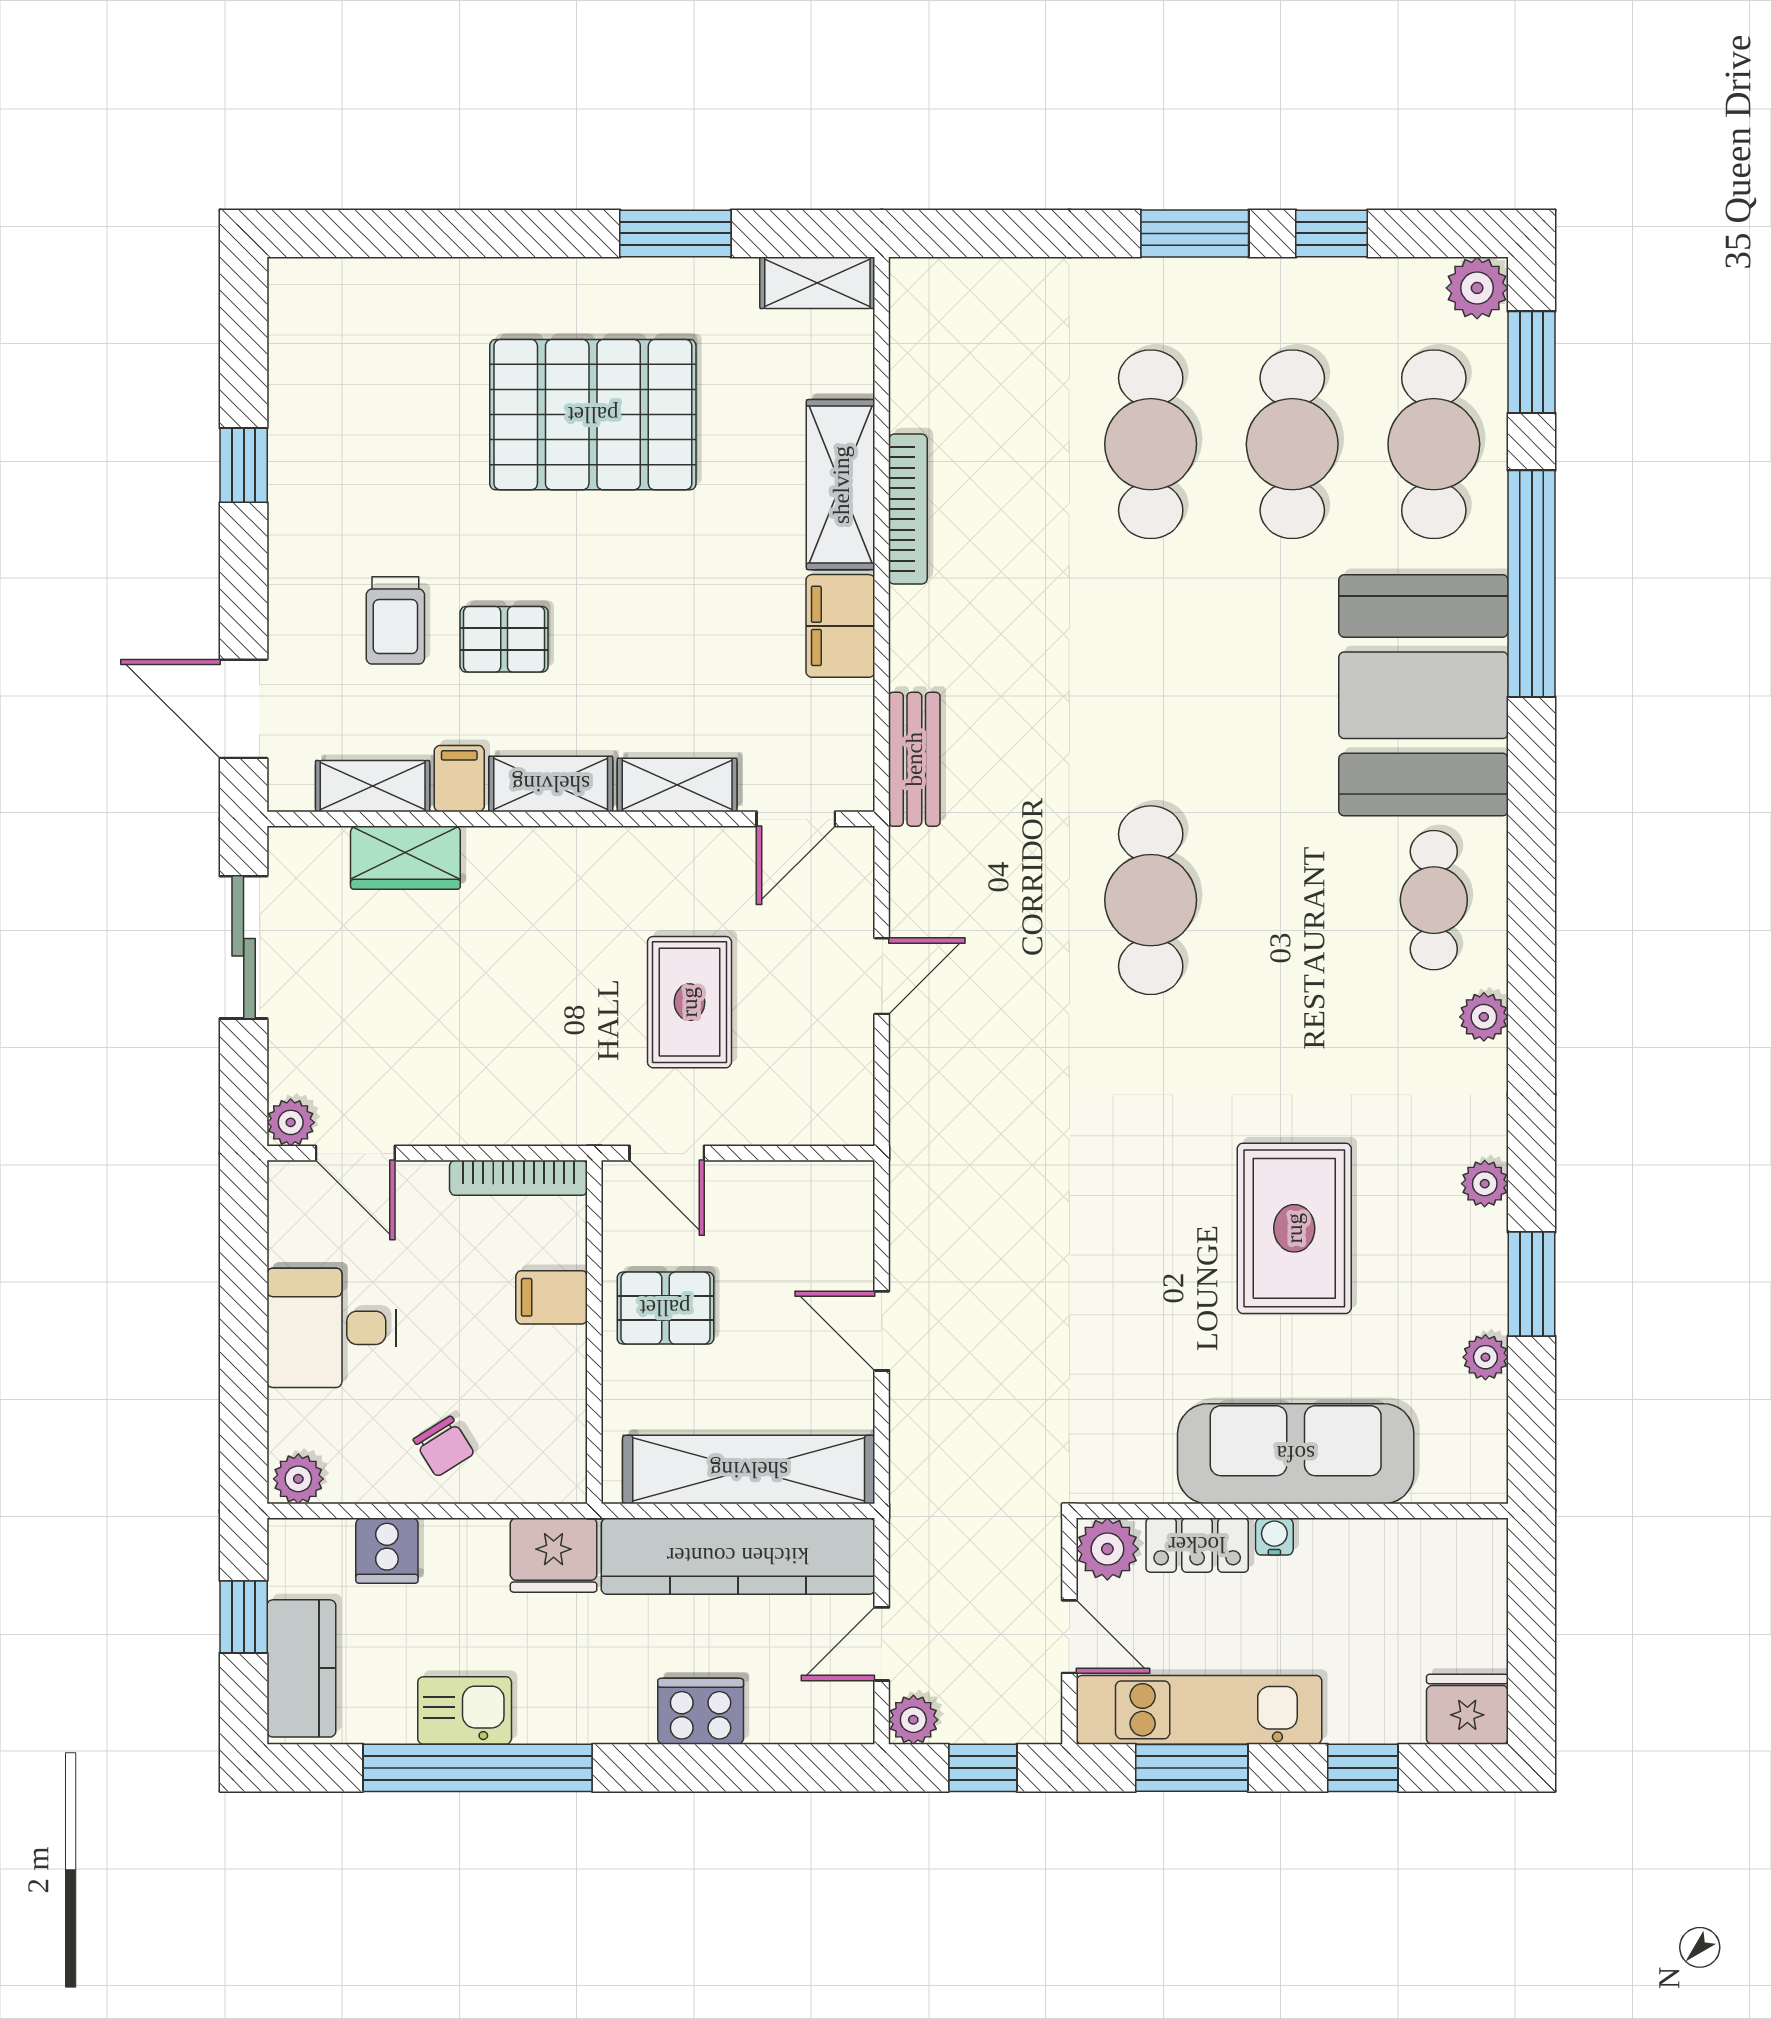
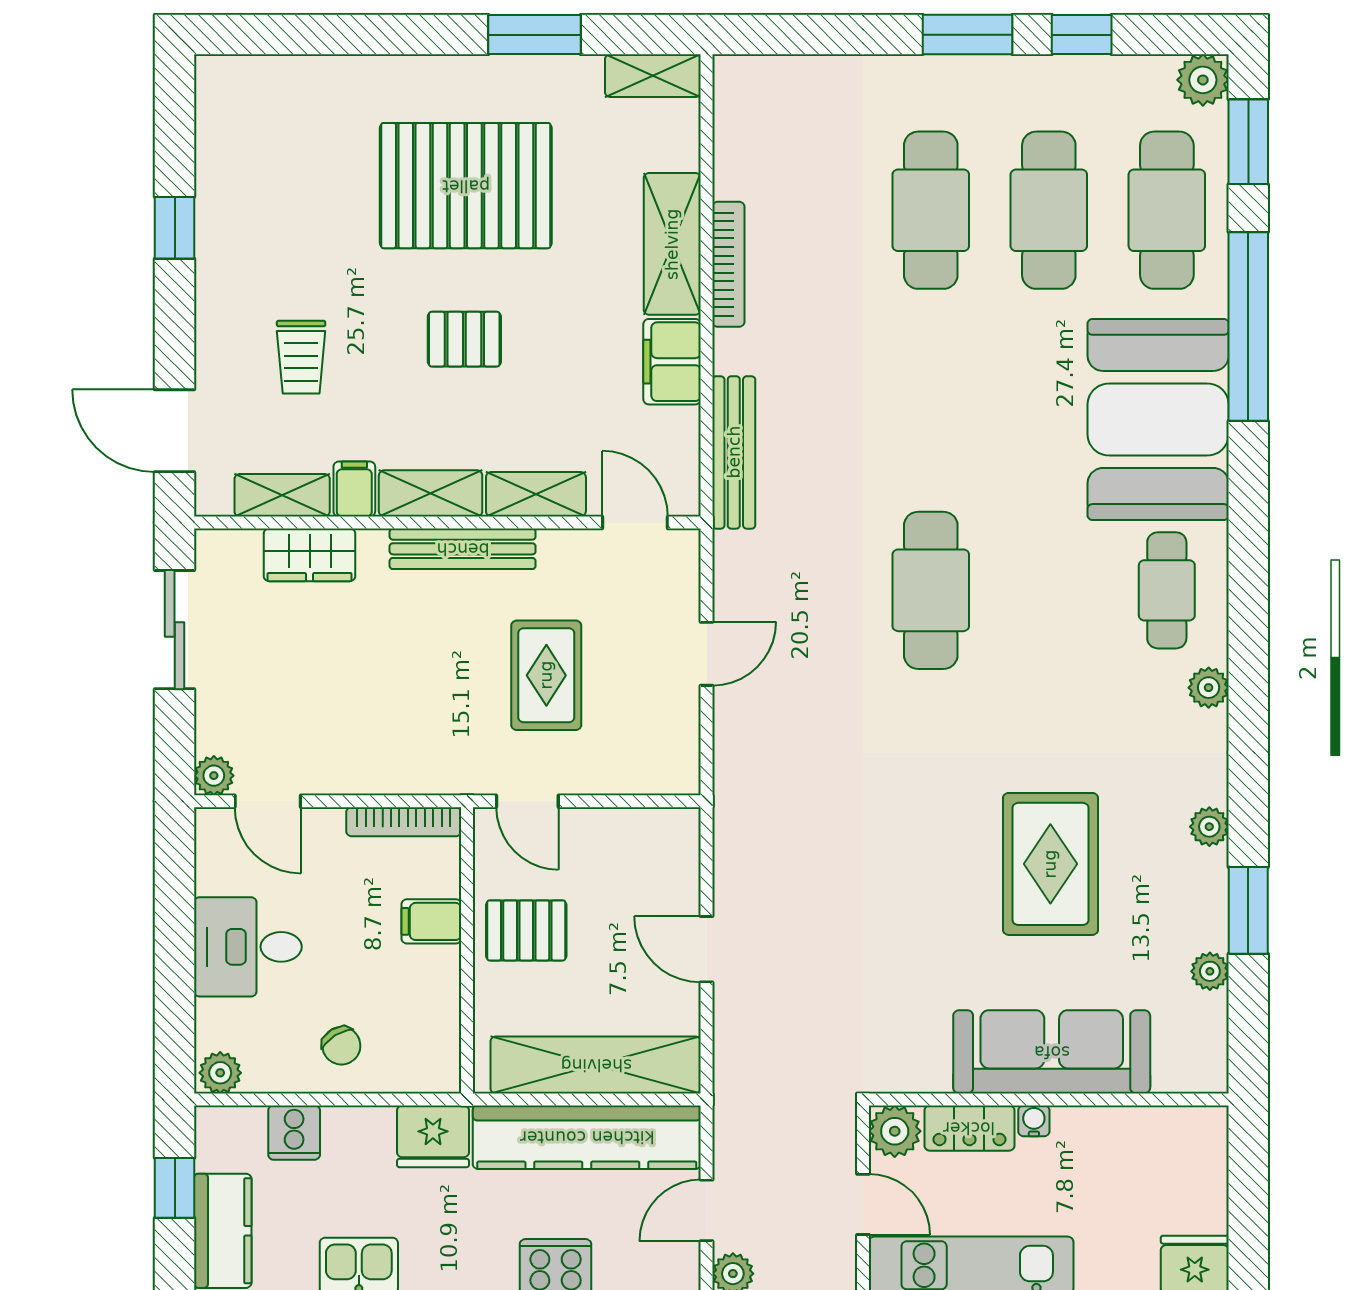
pallet: (504, 639) -> (464, 339), moved
bench: (914, 759) -> (734, 452), width x1.36
door: (796, 819) -> (635, 523), swing flipped
bench: (589, 850) -> (463, 549), added

